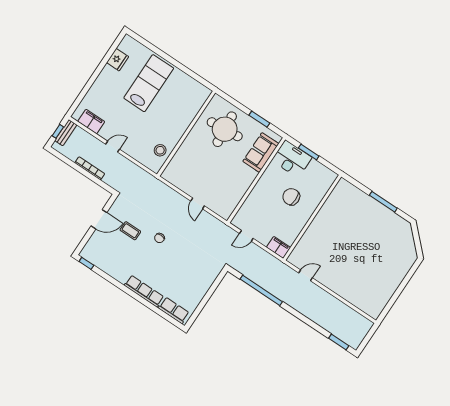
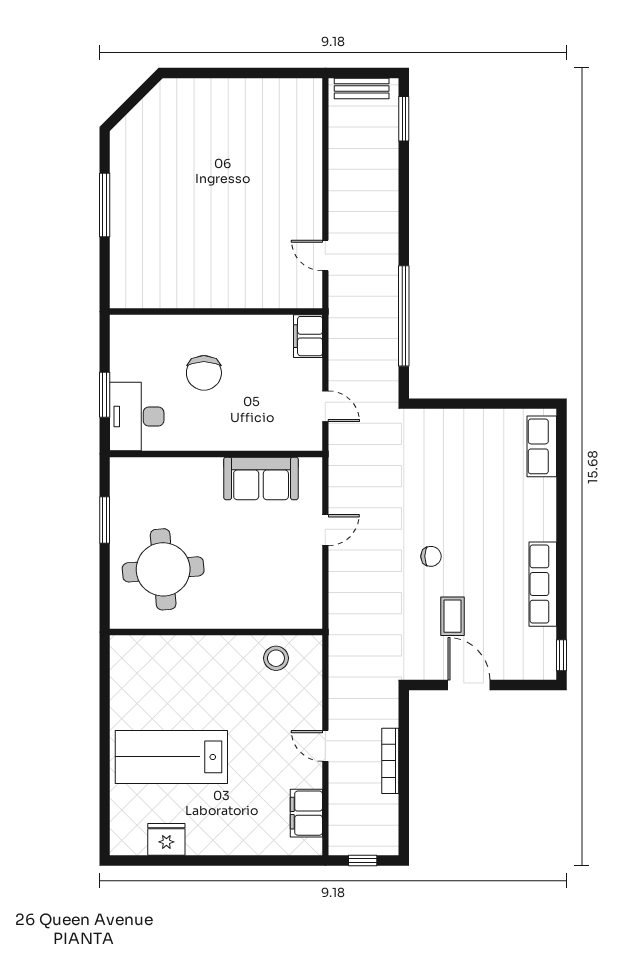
bench: (66, 133) -> (362, 88), moved
sofa: (261, 153) -> (261, 478), moved
row of seats: (144, 291) -> (543, 584), moved

